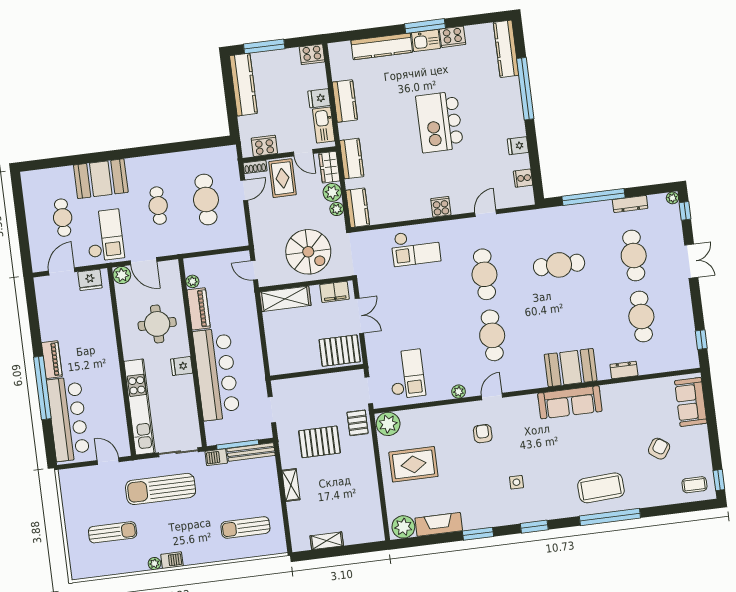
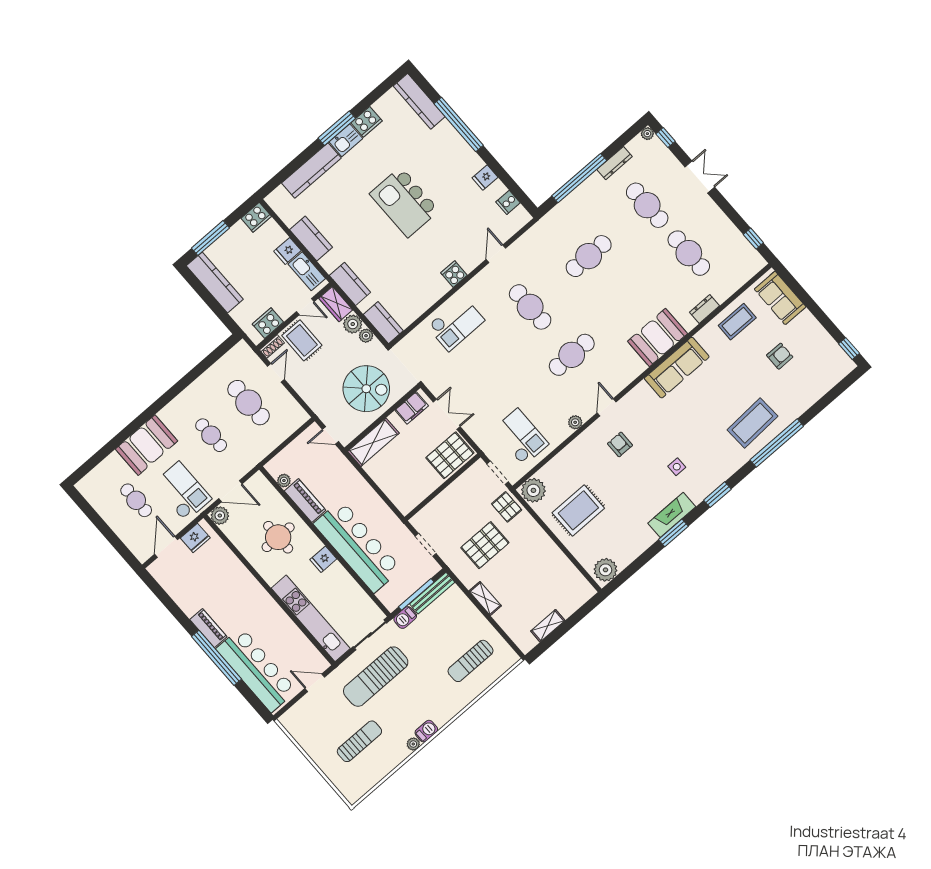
cafe table: (492, 335) -> (572, 355), turned 90
armchair: (659, 449) -> (780, 356), turned 56
coffee table: (694, 485) -> (737, 322), moved, width x1.36, depth x1.30
fireplace: (439, 524) -> (672, 515), moved

